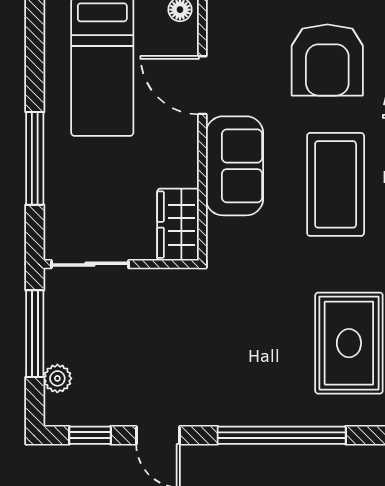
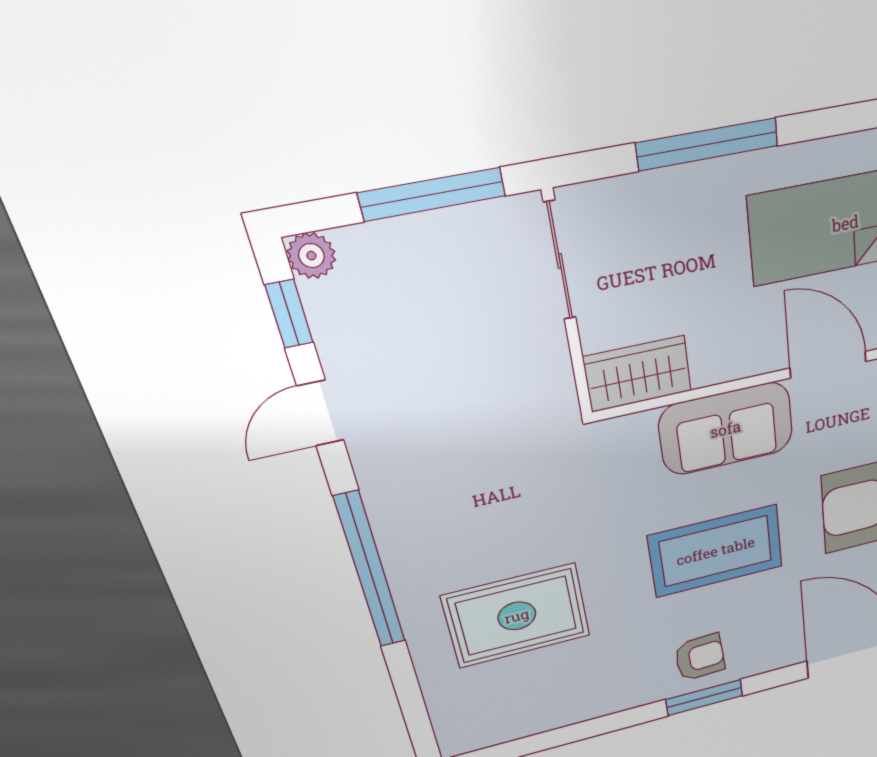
door: (202, 85) -> (828, 365), hinge flipped
plant: (57, 378) -> (311, 256), moved

